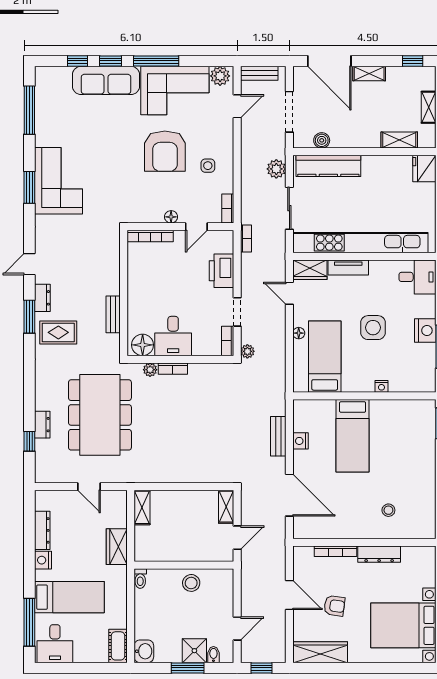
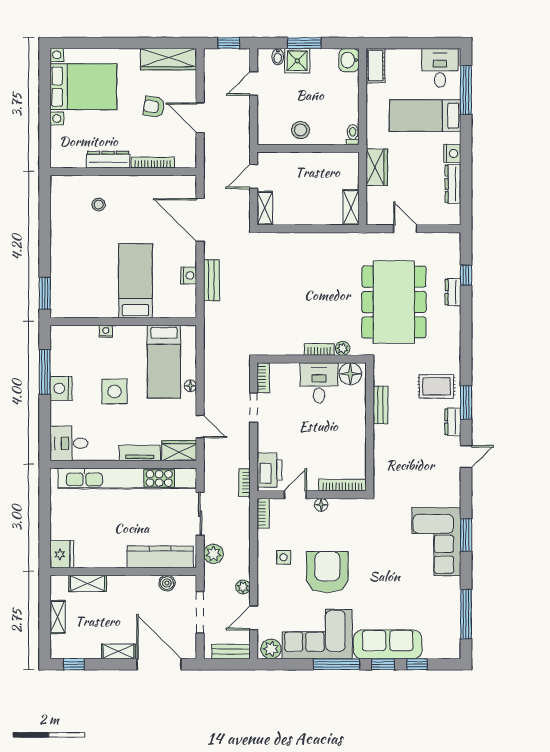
printer: (221, 271) -> (270, 470), moved
plant: (247, 351) -> (243, 587), moved

